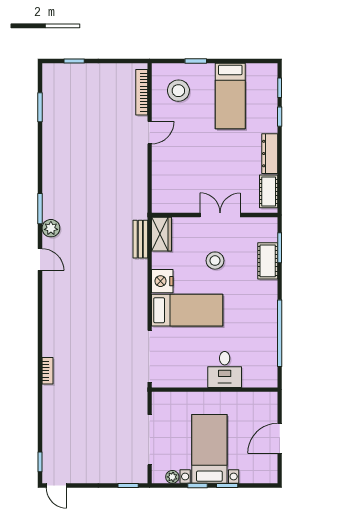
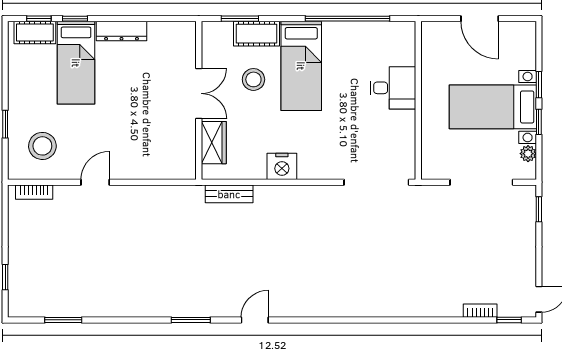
bookcase: (142, 92) -> (34, 192), width x0.64
bed: (230, 96) -> (76, 63), moved, turned 90
door: (150, 133) -> (95, 182), hinge flipped
cot: (269, 191) -> (35, 32), moved
double door: (220, 215) -> (199, 93), swing flipped
plant: (51, 228) -> (215, 306), removed
wardrobe: (161, 234) -> (214, 143), moved, turned 90
stool: (215, 261) -> (253, 79), moved
bed: (187, 310) -> (301, 66), moved, turned 180
bookcase: (47, 371) -> (480, 311), moved

